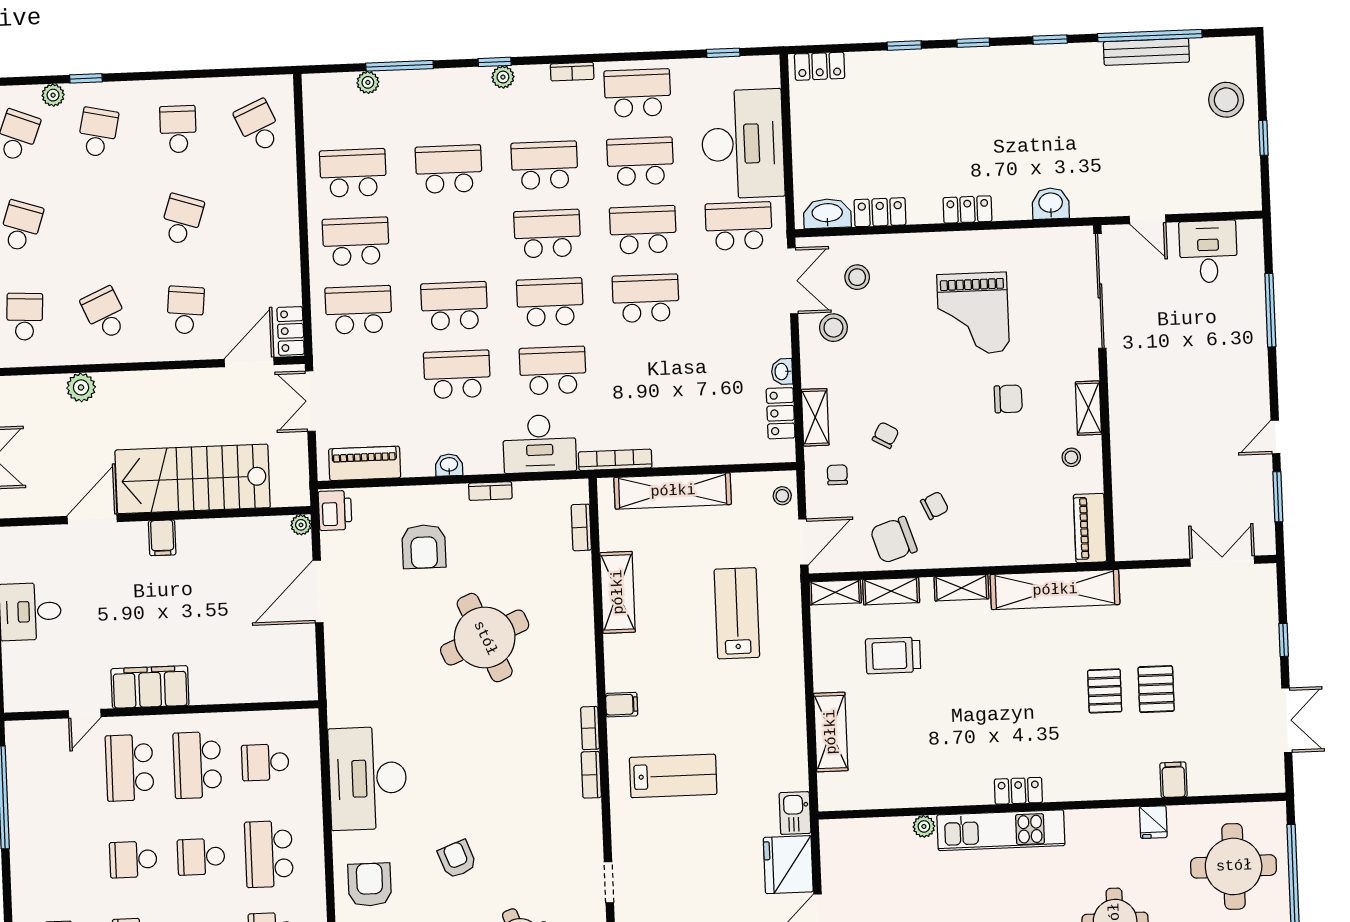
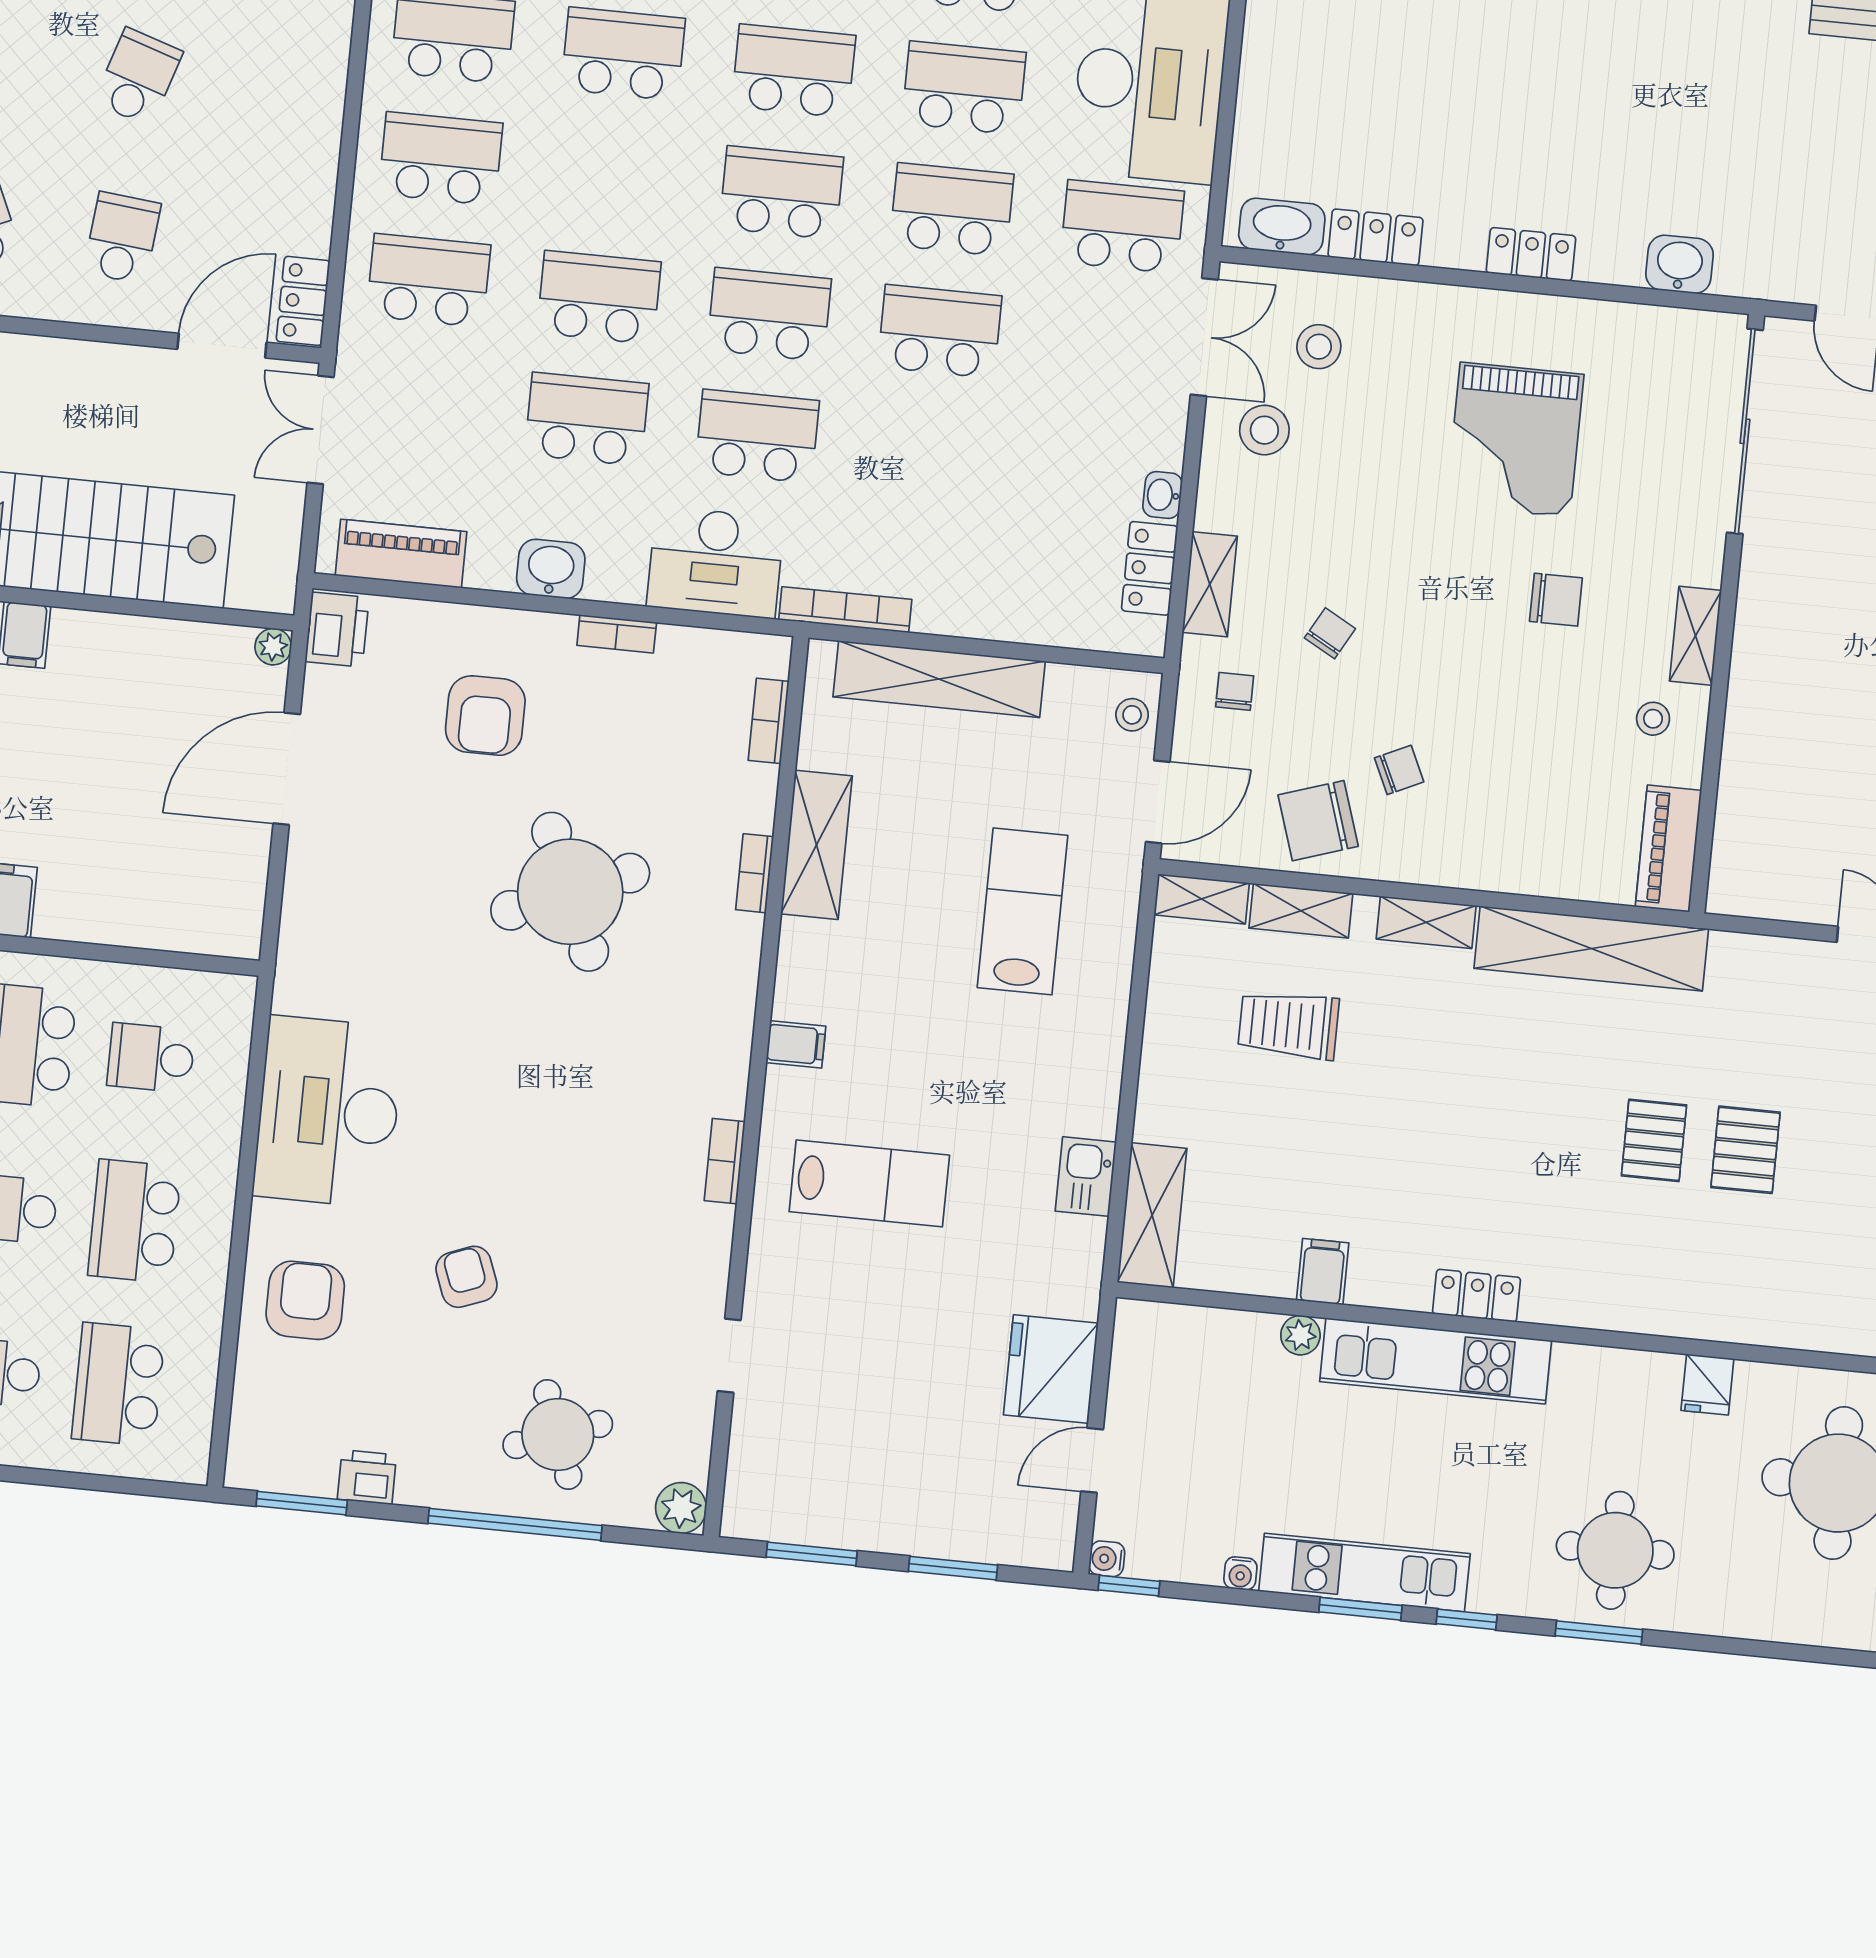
washbasin: (449, 465) -> (551, 569), width x1.38, depth x1.45
bookcase: (590, 728) -> (755, 873), moved
shelving: (831, 732) -> (1152, 1215), moved
filing cabinet: (1174, 780) -> (1323, 1272), moved
kitchen sink: (795, 813) -> (1086, 1177), moved

